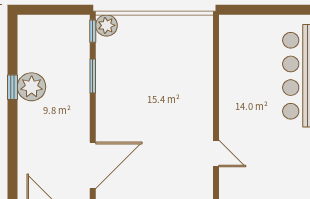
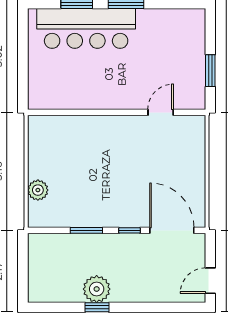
plant: (106, 25) -> (38, 190), moved
window: (93, 31) -> (129, 230), moved

